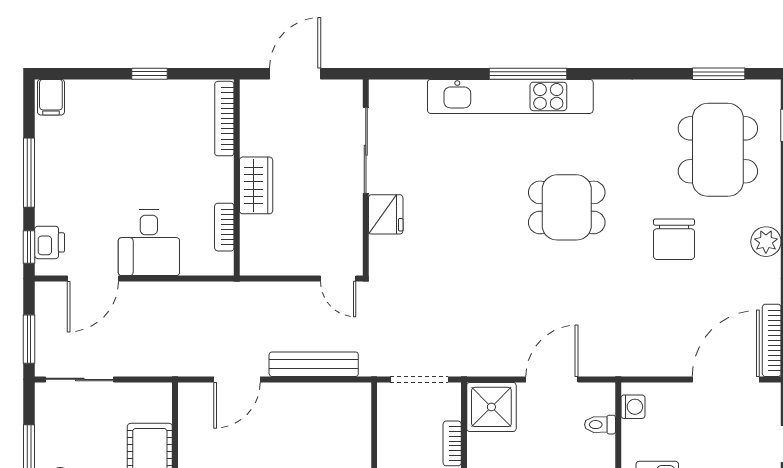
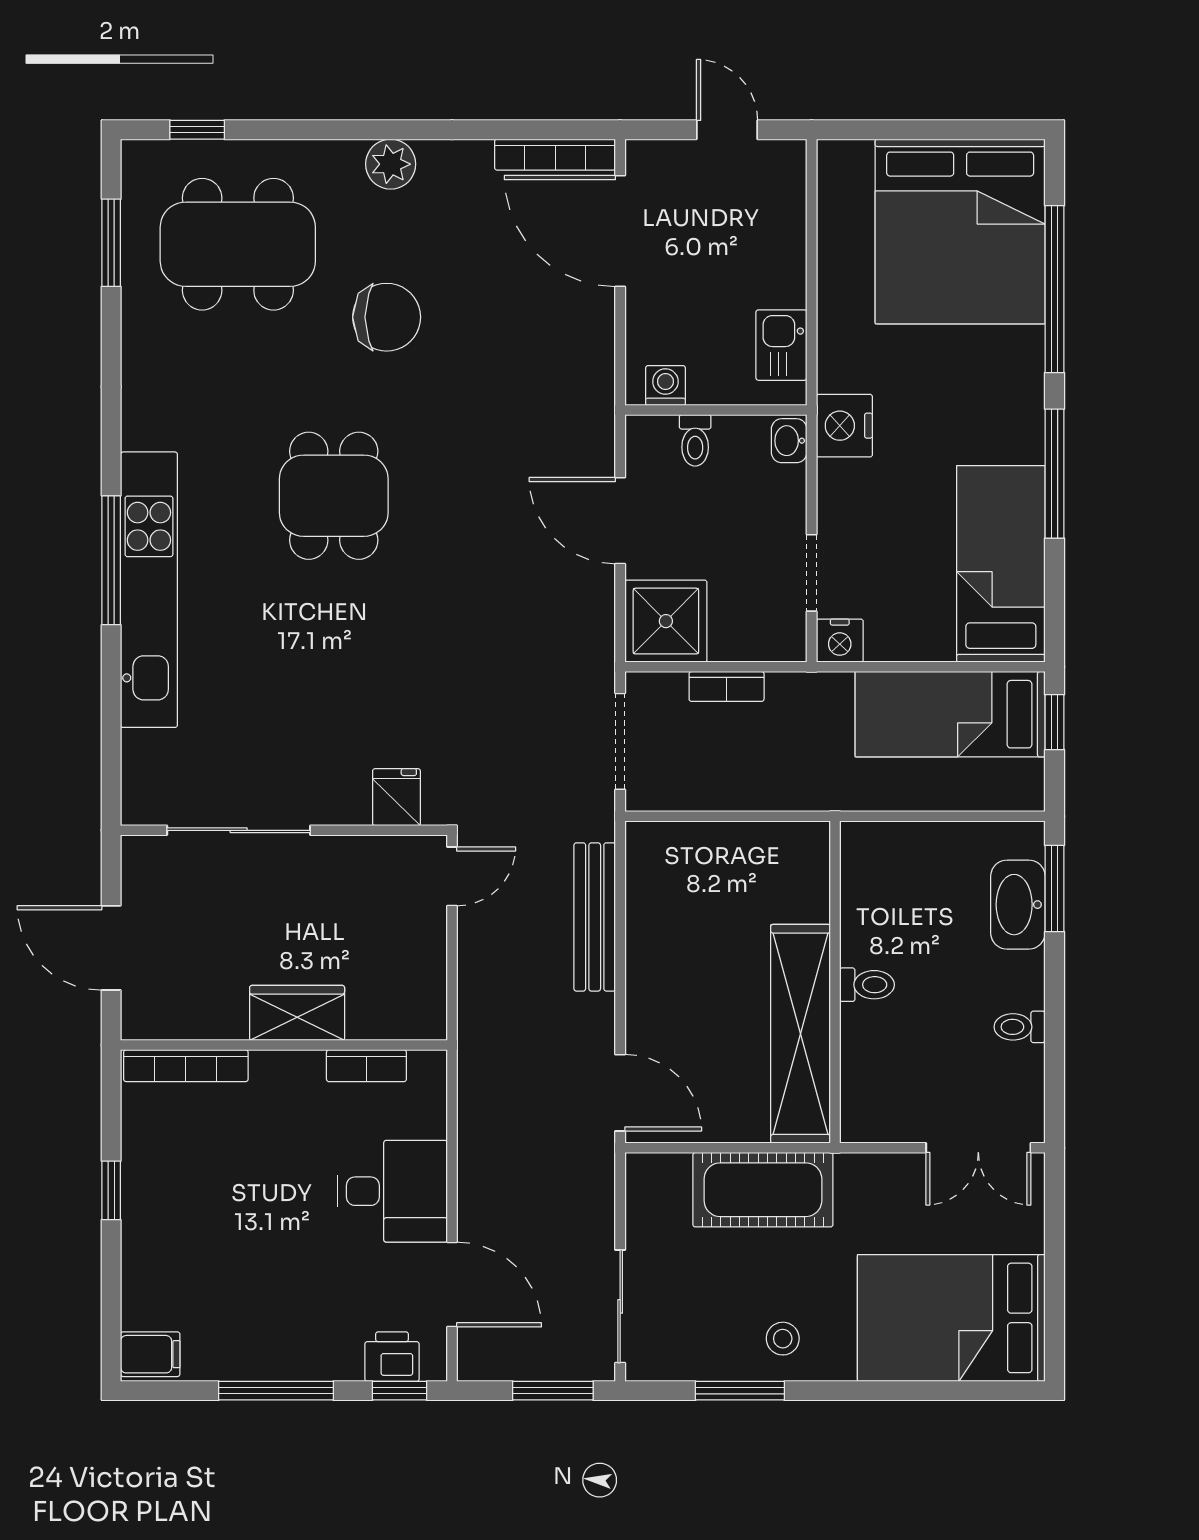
fridge: (386, 214) -> (396, 797), moved, width x0.72
door: (237, 379) -> (620, 1093), moved

